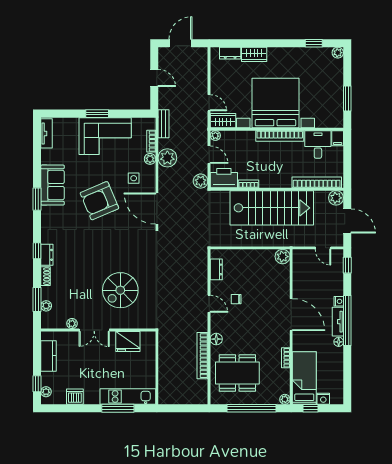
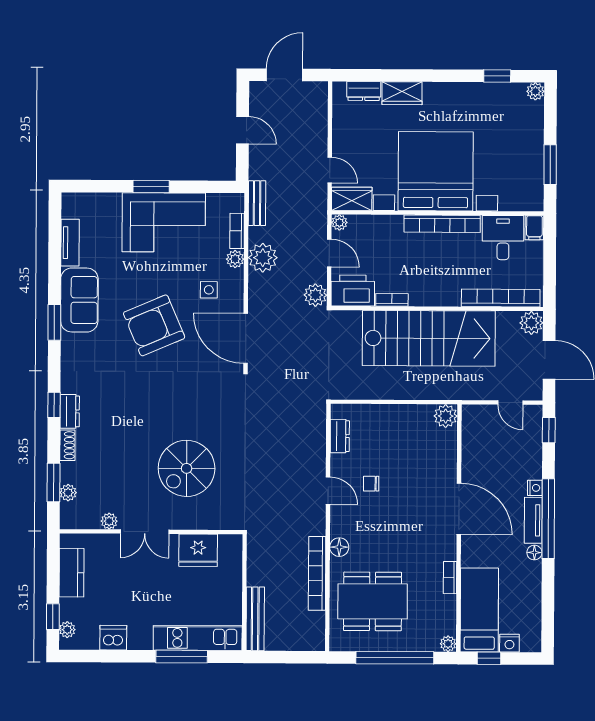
tv unit: (46, 133) -> (70, 243), moved
bench: (164, 384) -> (255, 619), added

